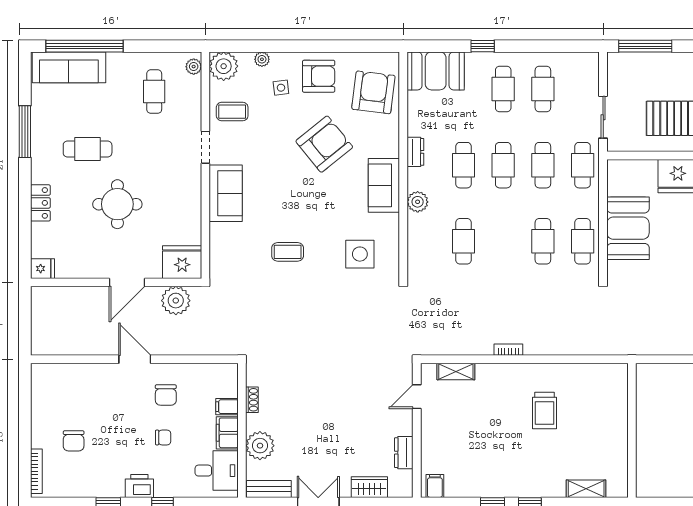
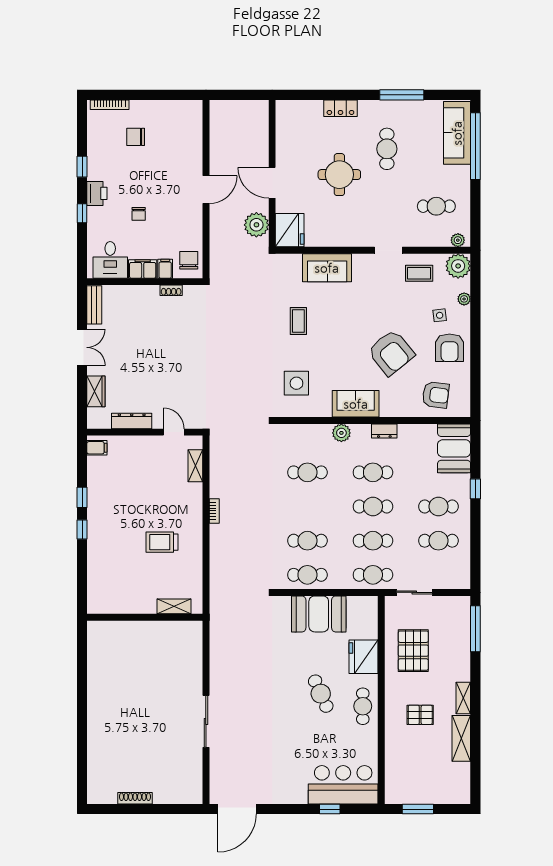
armchair: (373, 92) -> (436, 395), width x0.73, depth x0.73
coffee table: (232, 112) -> (419, 273), turned 90
sofa: (226, 193) -> (327, 268), moved
fridge: (42, 269) -> (284, 110), removed
chair: (166, 395) -> (189, 260), moved, turned 90
plant: (260, 446) -> (132, 297), removed
dresser: (404, 453) -> (132, 421), width x1.44
shelving: (586, 489) -> (174, 606), moved, turned 90

